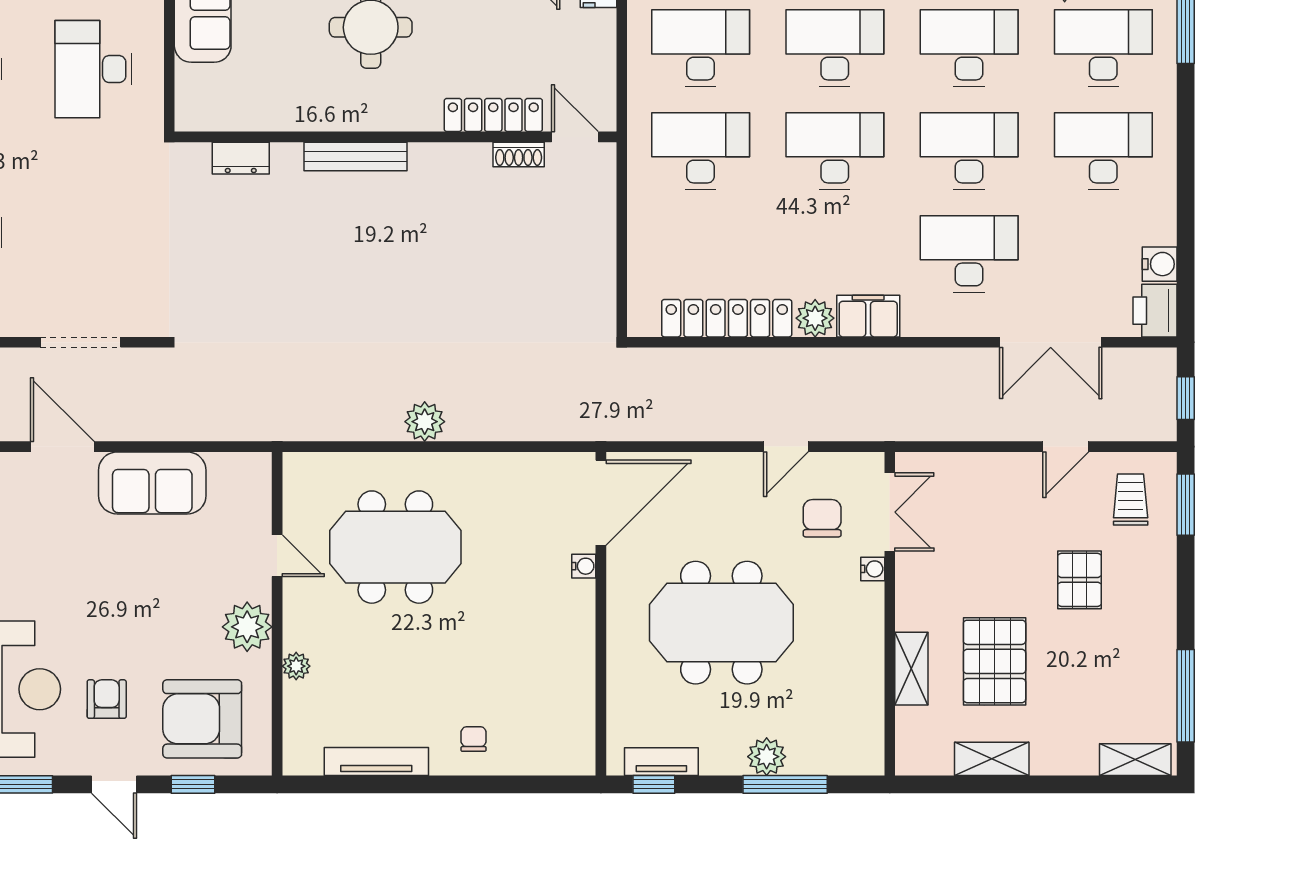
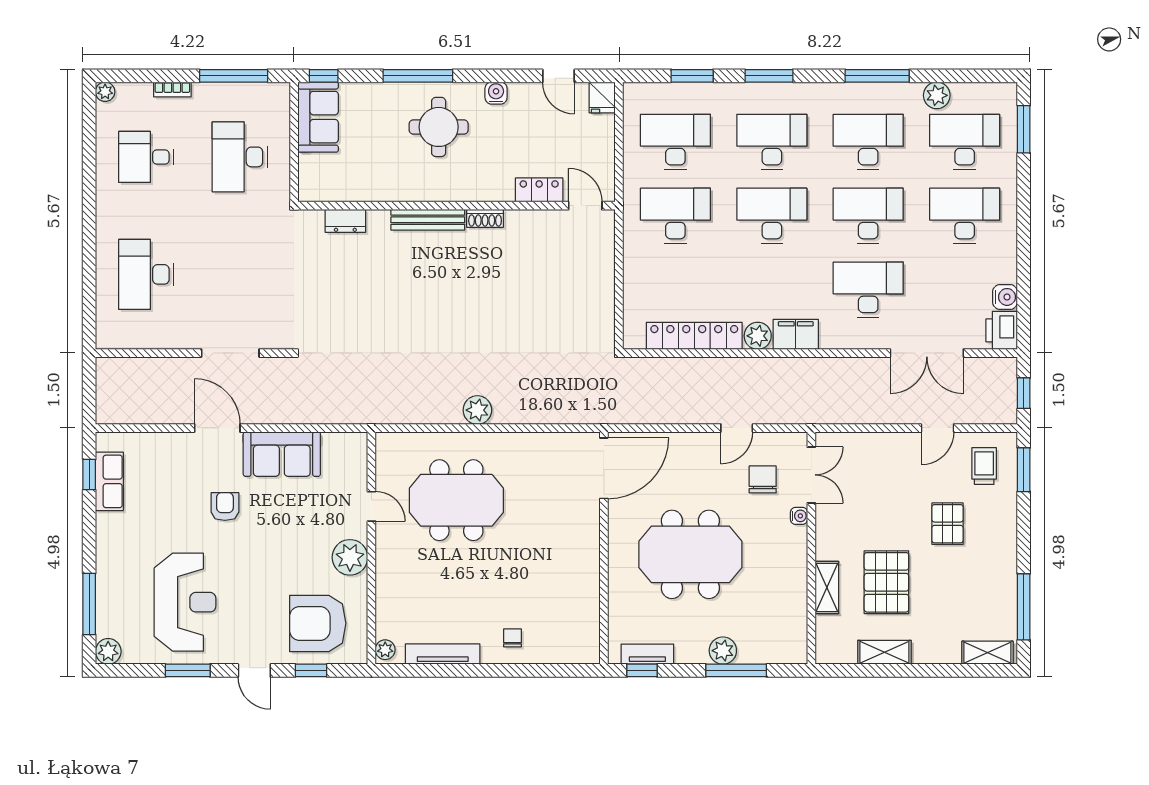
locker: (493, 115) -> (539, 190), width x0.66
shoe rack: (519, 155) -> (485, 218), moved
water cooler: (584, 566) -> (592, 514), removed
plant: (296, 666) -> (385, 650), moved
armchair: (107, 699) -> (225, 507), moved

